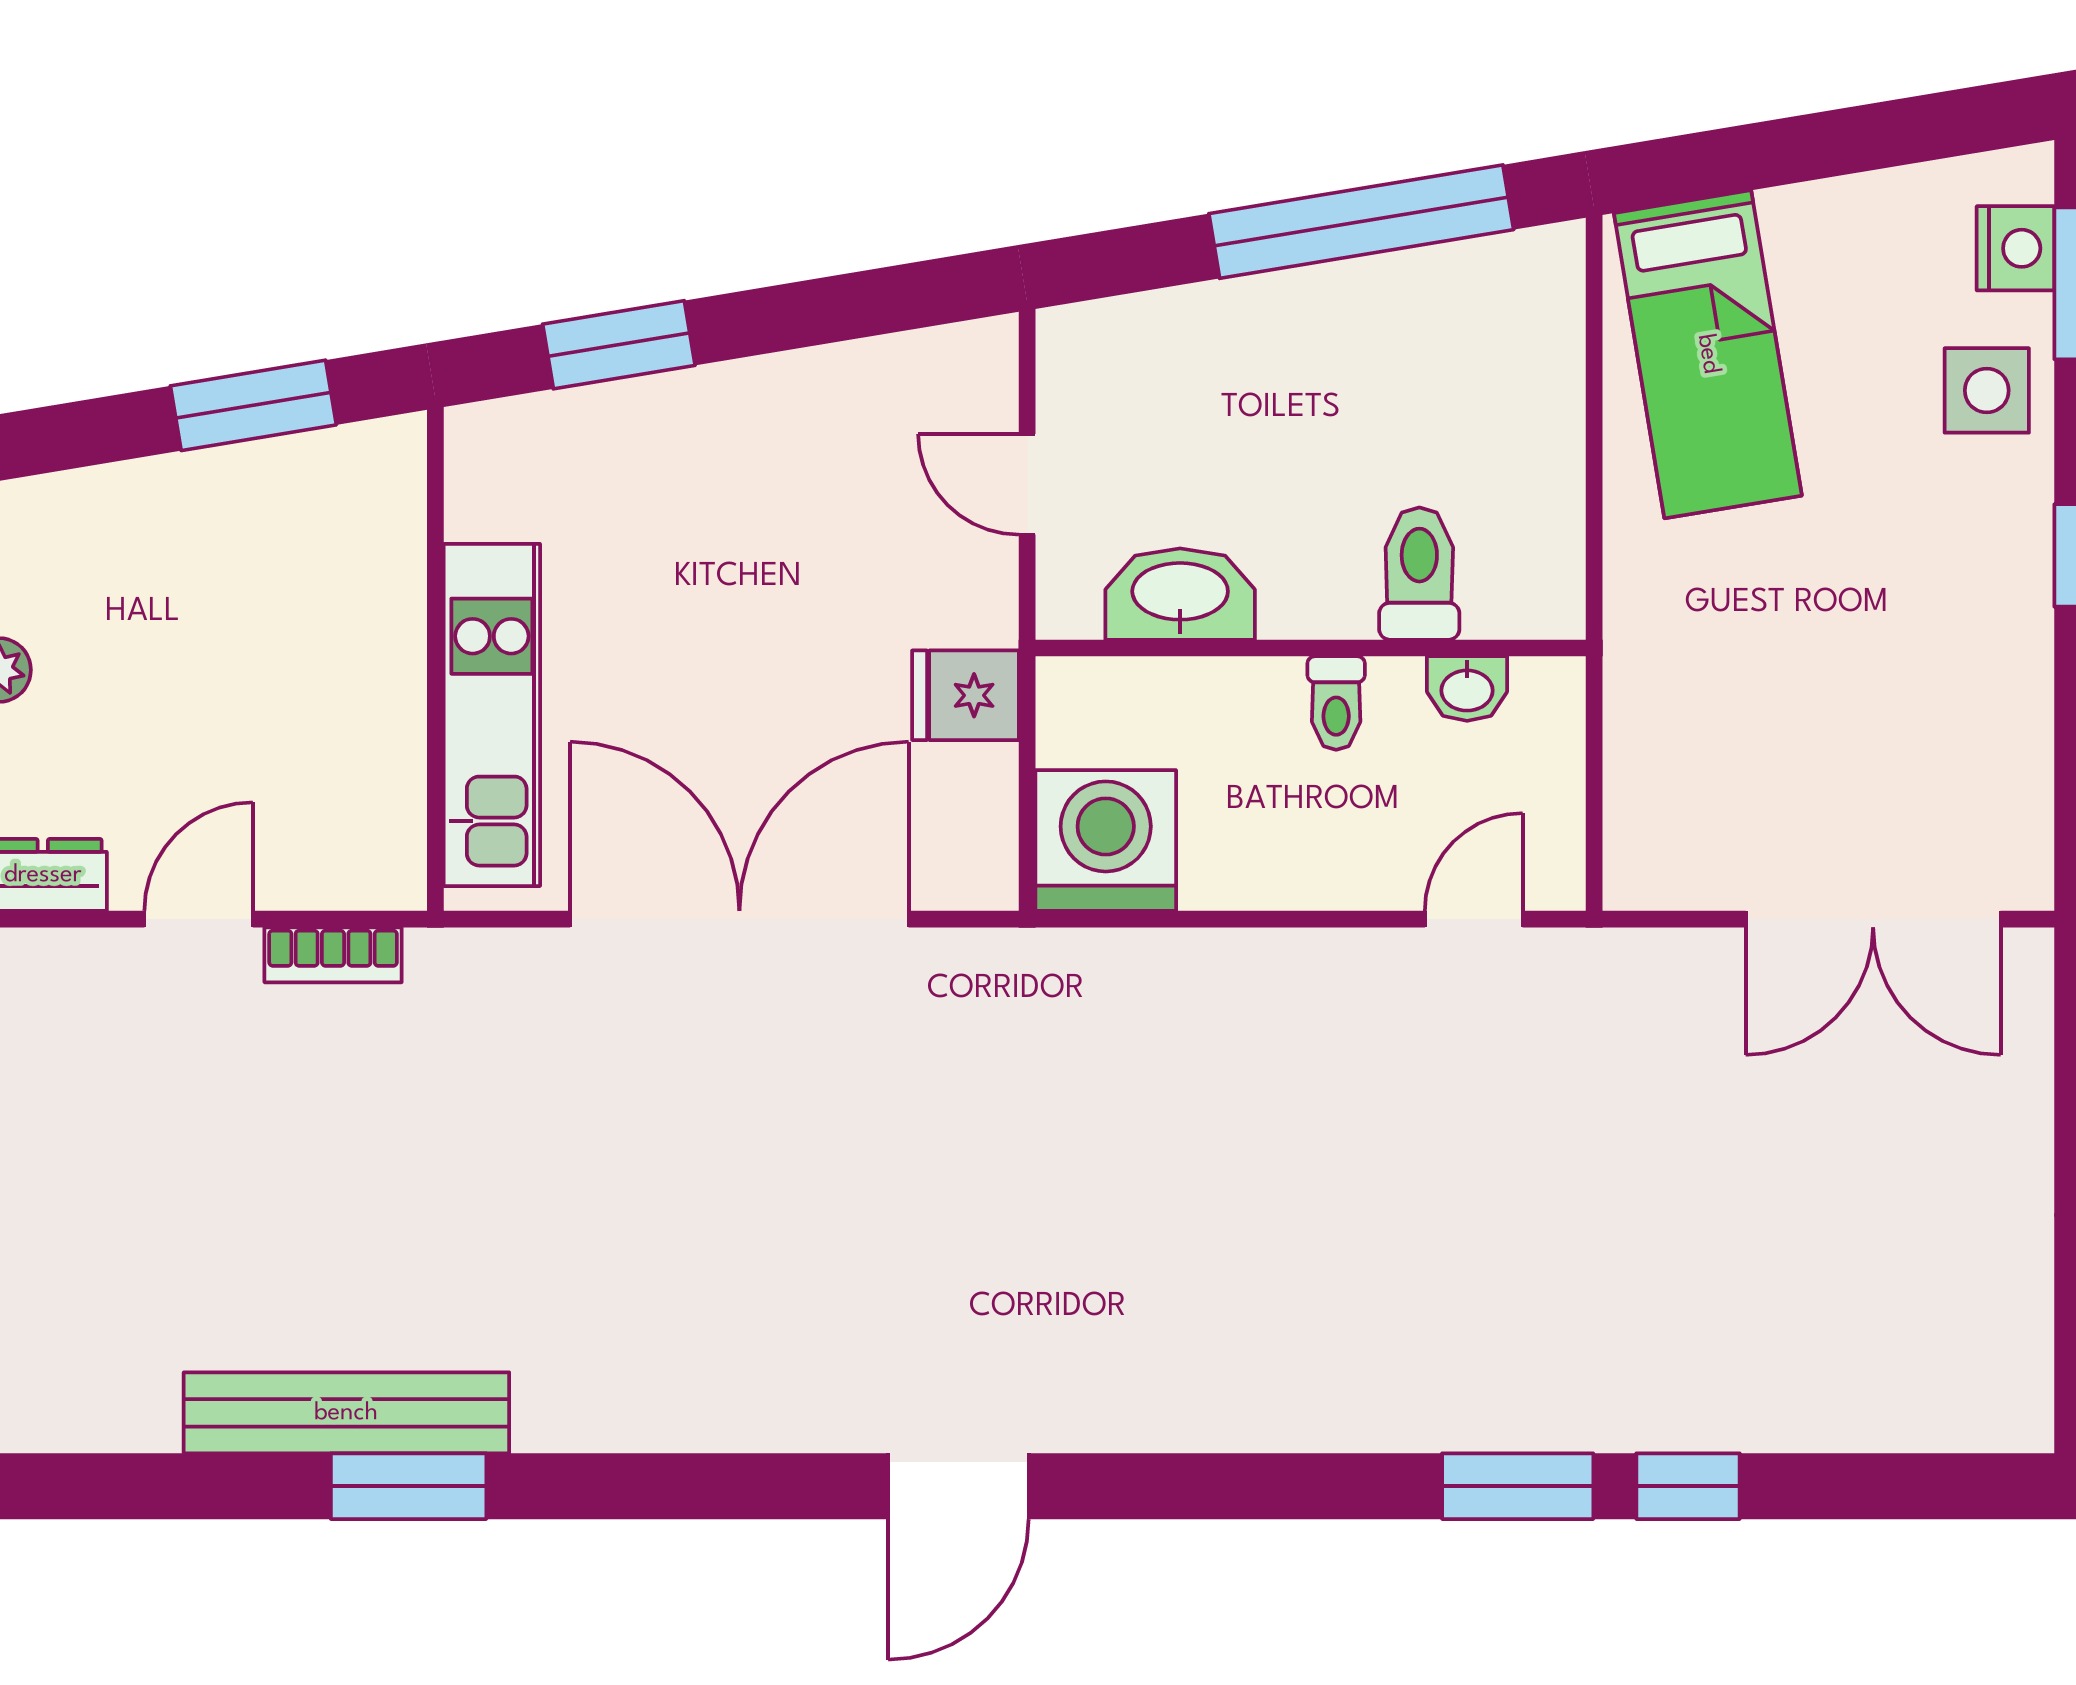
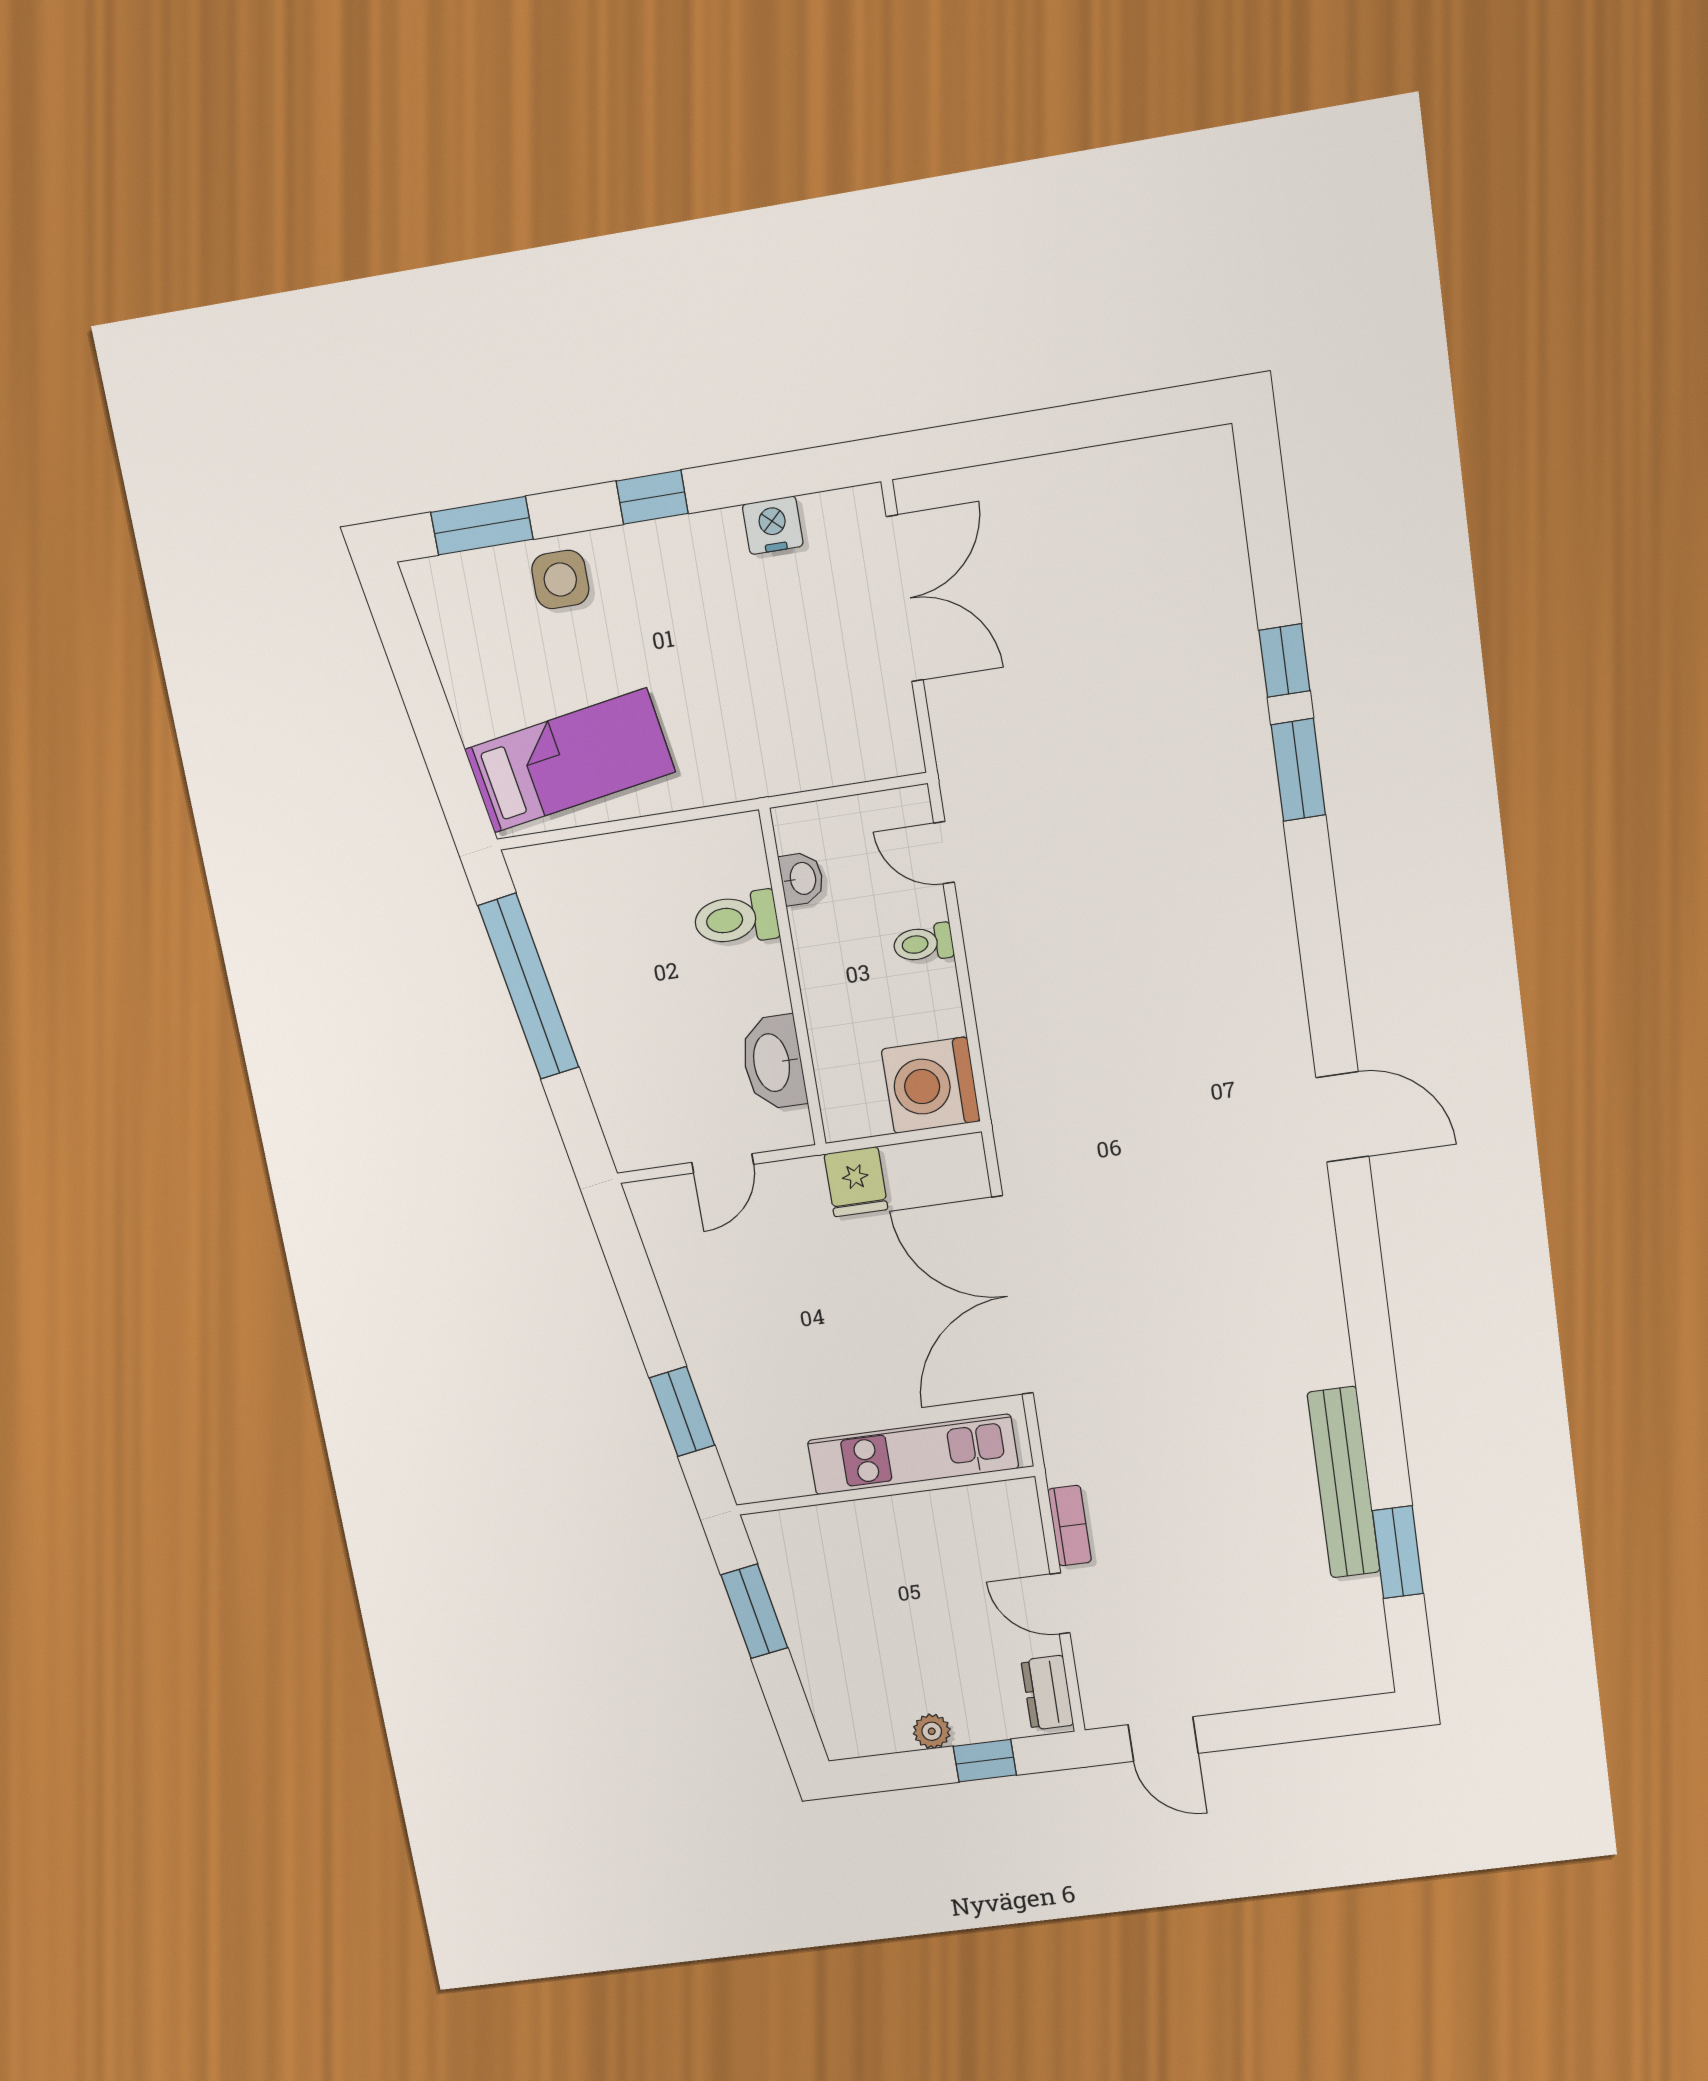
nightstand: (2015, 248) -> (773, 525), moved
toilet: (1336, 703) -> (923, 943), moved, turned 180
window: (409, 1486) -> (1398, 1552), moved

